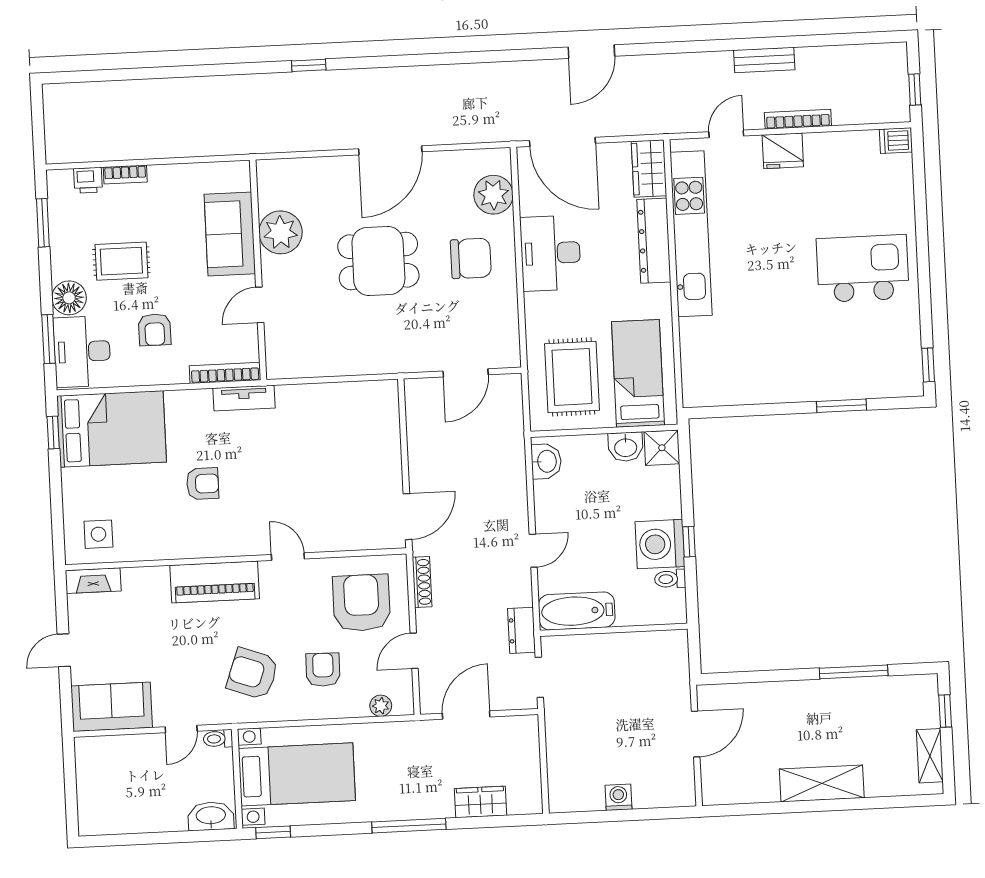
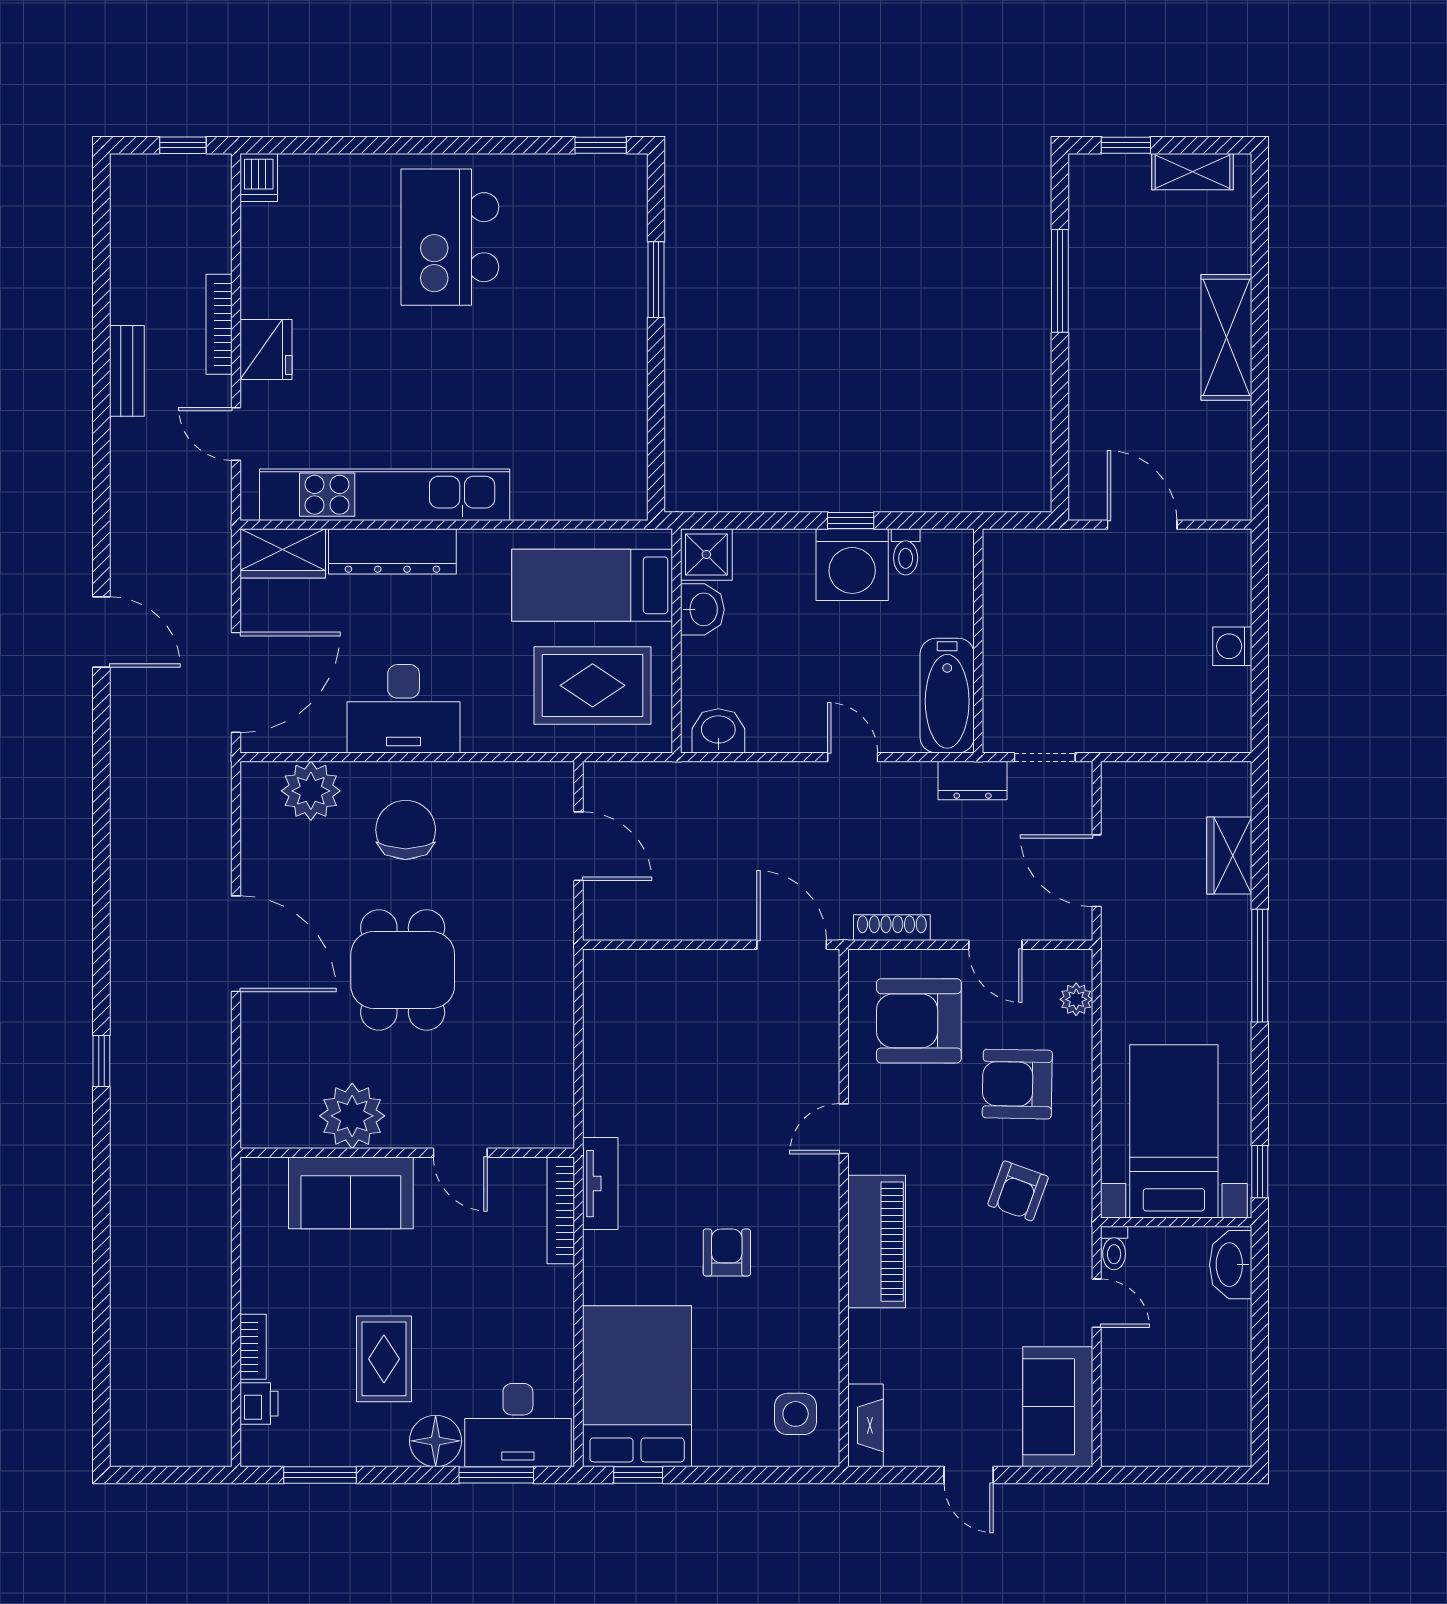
armchair: (155, 330) -> (490, 1314), removed
armchair: (323, 670) -> (1017, 1084), width x1.38, depth x1.38
armchair: (253, 674) -> (1018, 1191), width x0.72, depth x0.72

